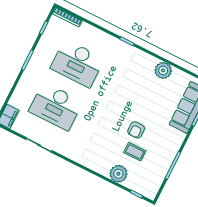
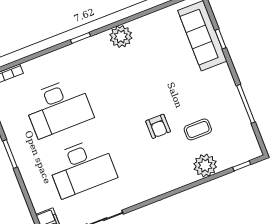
plant: (163, 70) -> (121, 36), moved
armchair: (136, 130) -> (158, 126), moved

